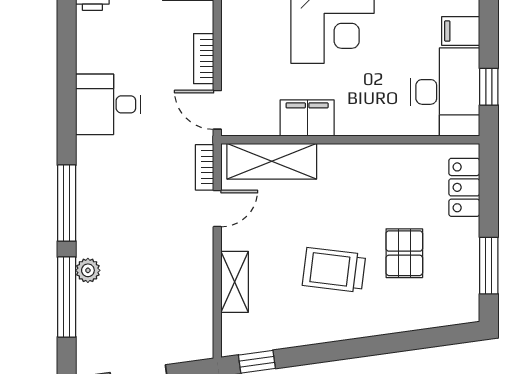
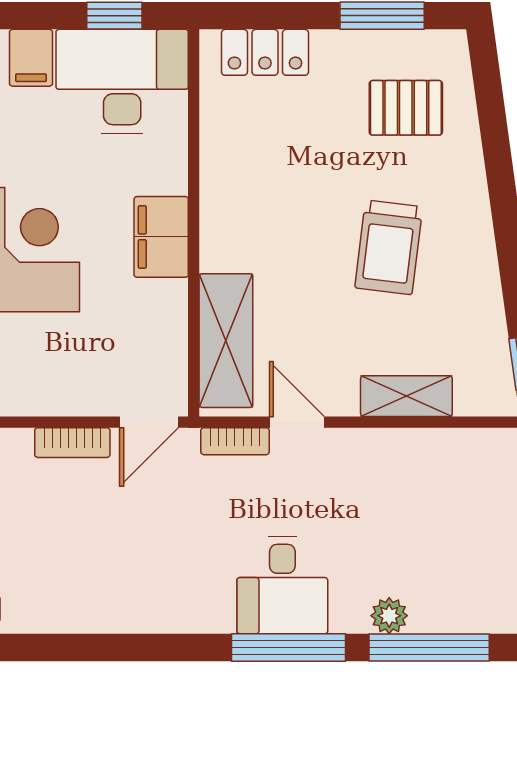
desk: (108, 104) -> (282, 585), moved
filing cabinet: (307, 118) -> (161, 237), moved
pallet: (404, 253) -> (406, 108), moved

